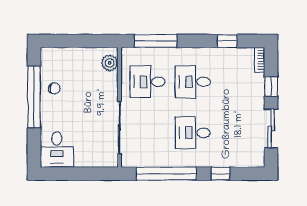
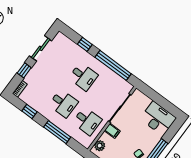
window: (156, 41) -> (57, 132), moved
filing cabinet: (108, 93) -> (112, 131), added
desk: (57, 150) -> (158, 118), width x1.37

